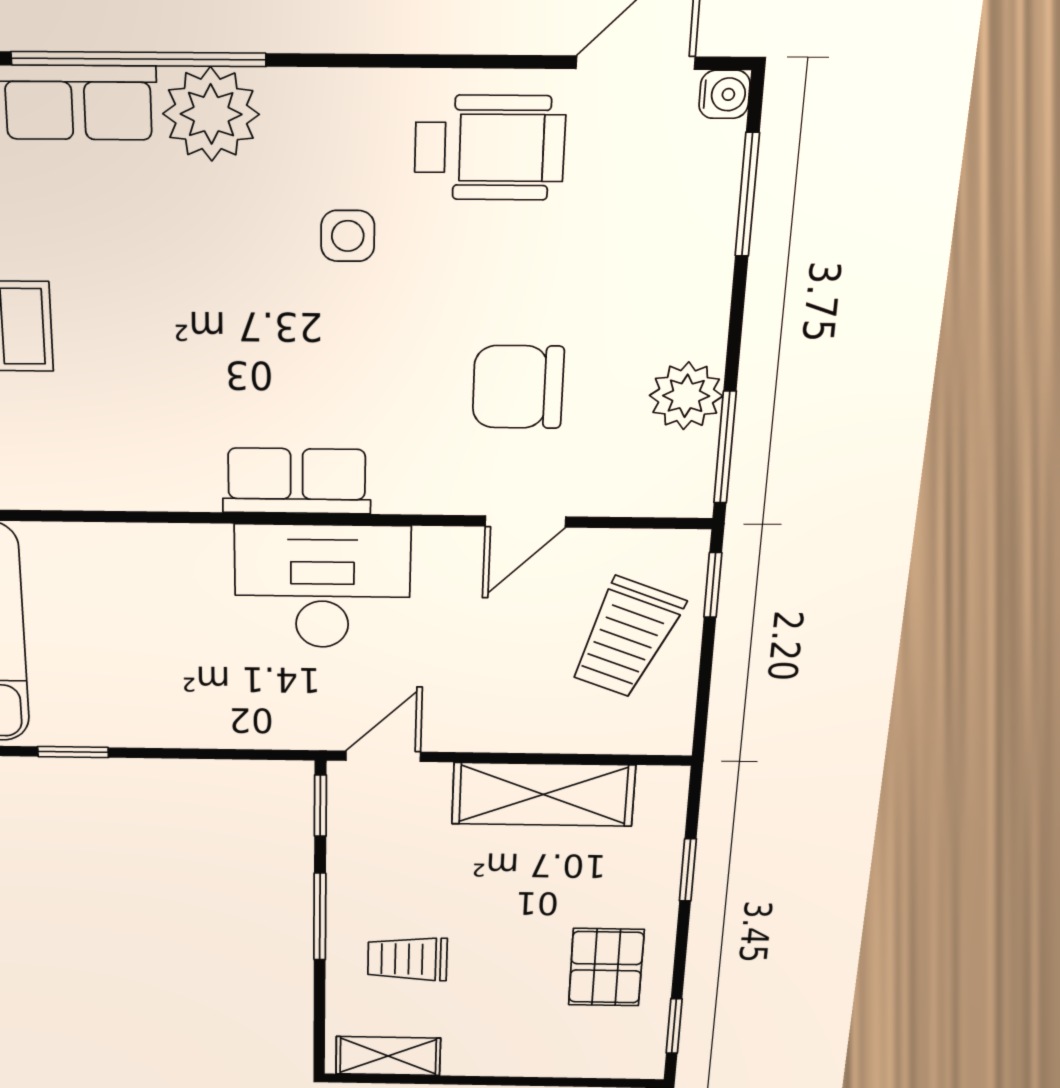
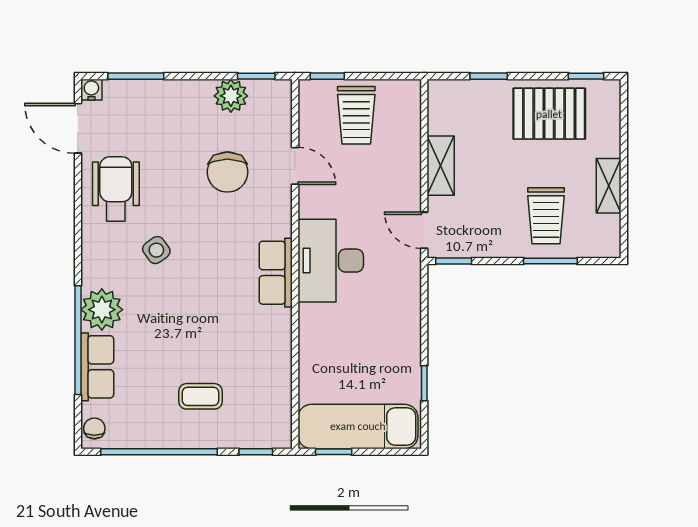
side table: (348, 236) -> (156, 250), turned -36
window: (725, 447) -> (256, 76), width x0.67
trolley: (626, 638) -> (356, 115), turned 69
shelving: (543, 795) -> (441, 166), width x0.67, depth x0.75
window: (320, 917) -> (550, 261), moved
trolley: (407, 959) -> (546, 216), width x1.36, depth x1.39
pallet: (606, 967) -> (549, 114), width x1.50, depth x1.42
shelving: (388, 1056) -> (609, 186), moved

